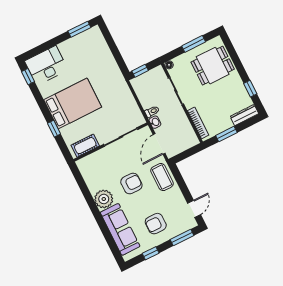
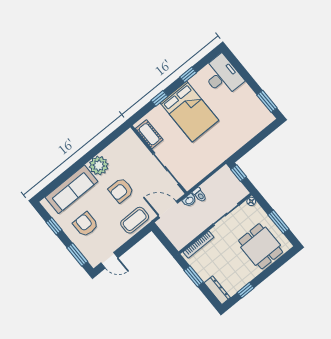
window: (28, 77) -> (188, 75), moved
armchair: (131, 183) -> (121, 190), turned 90

